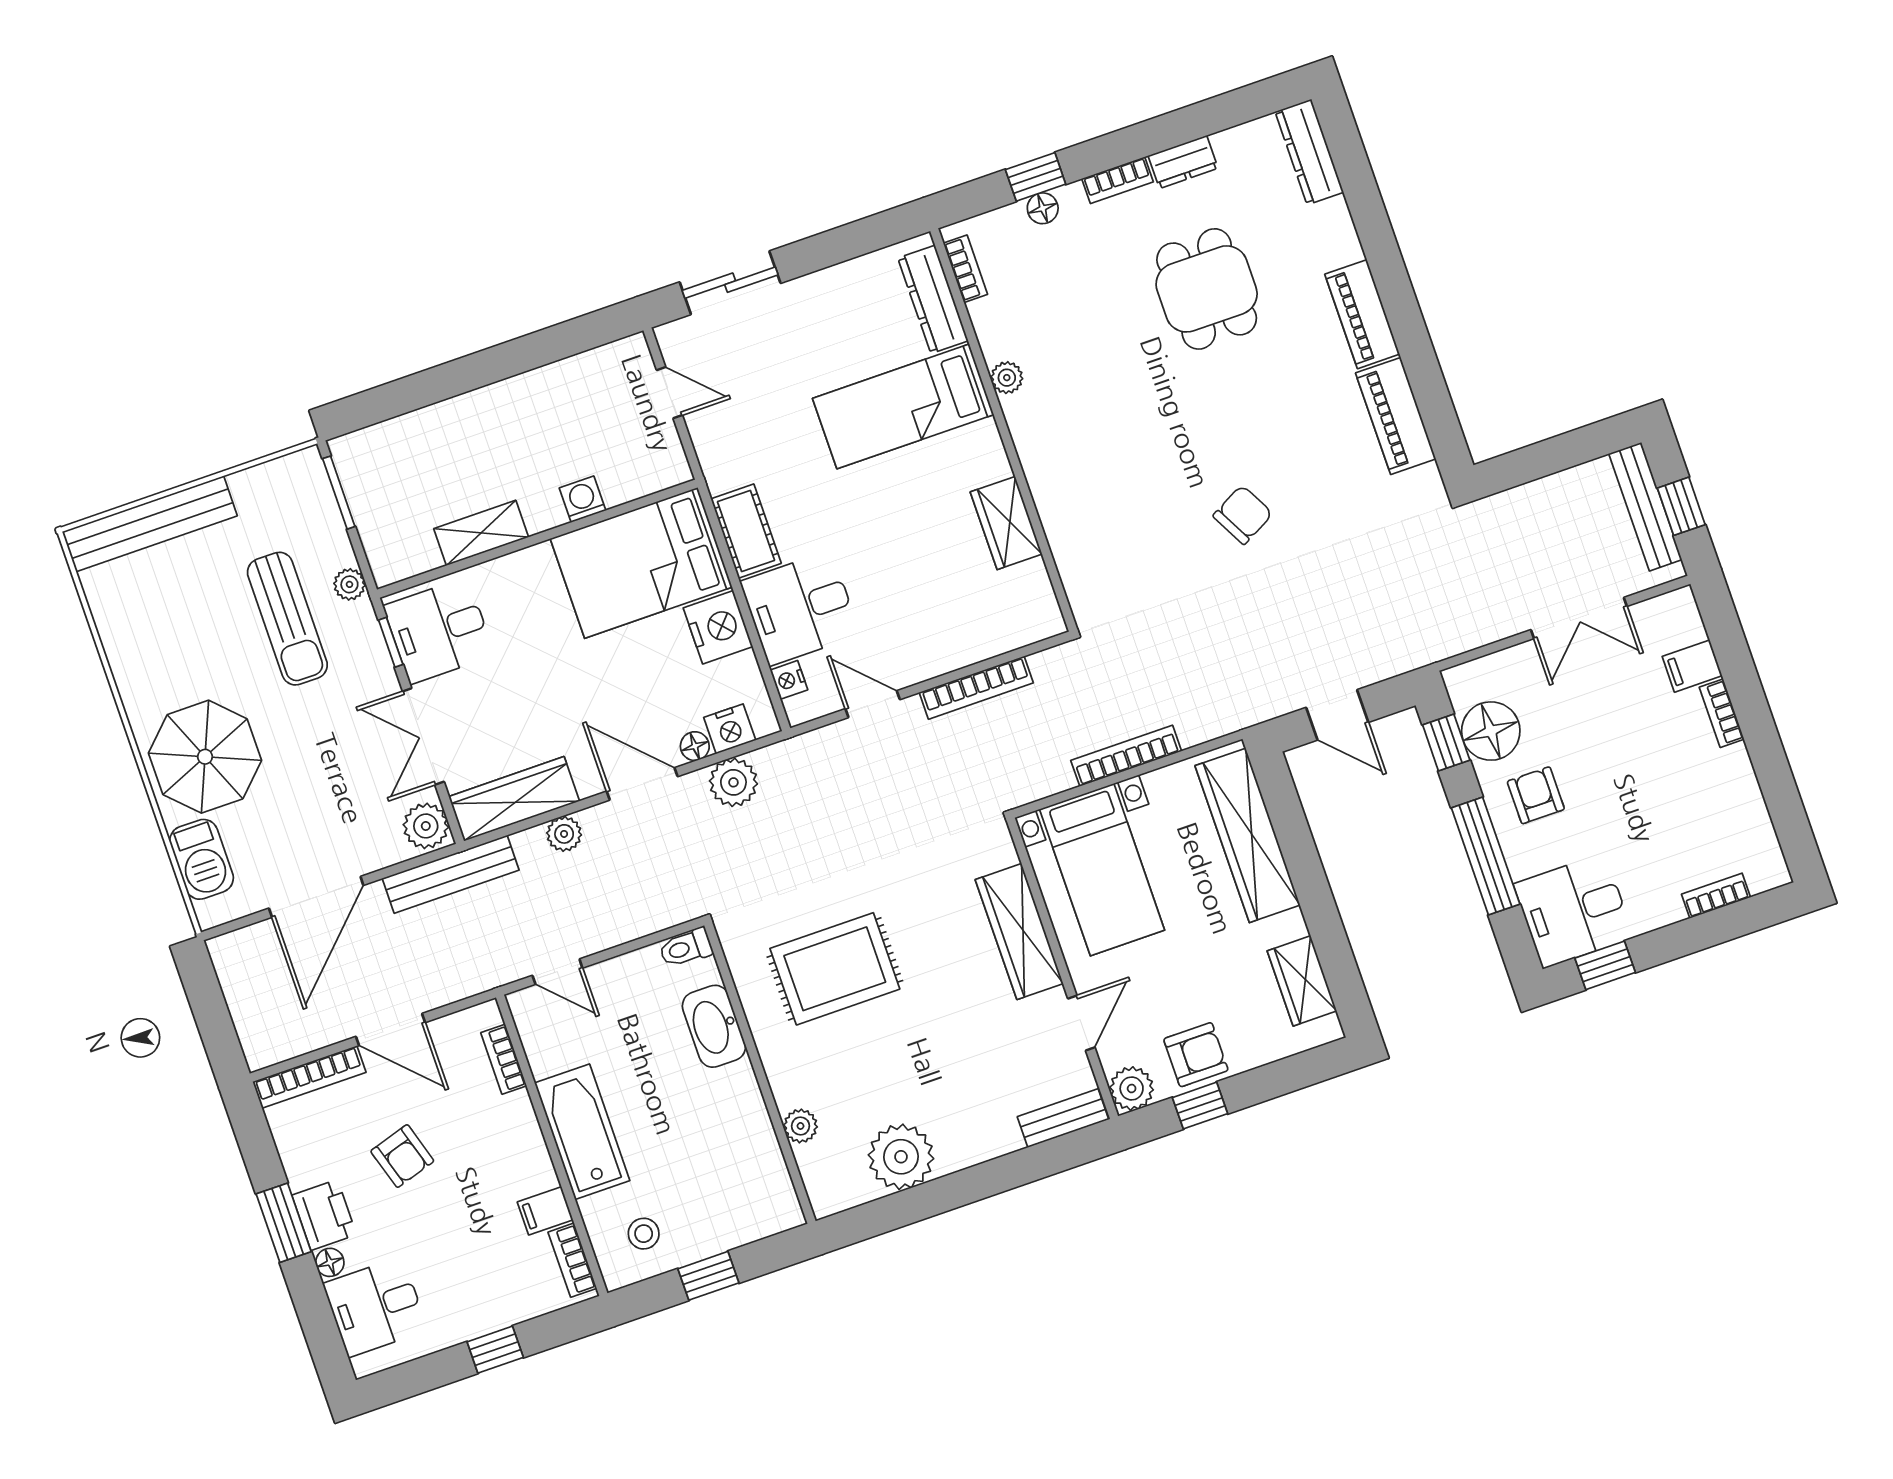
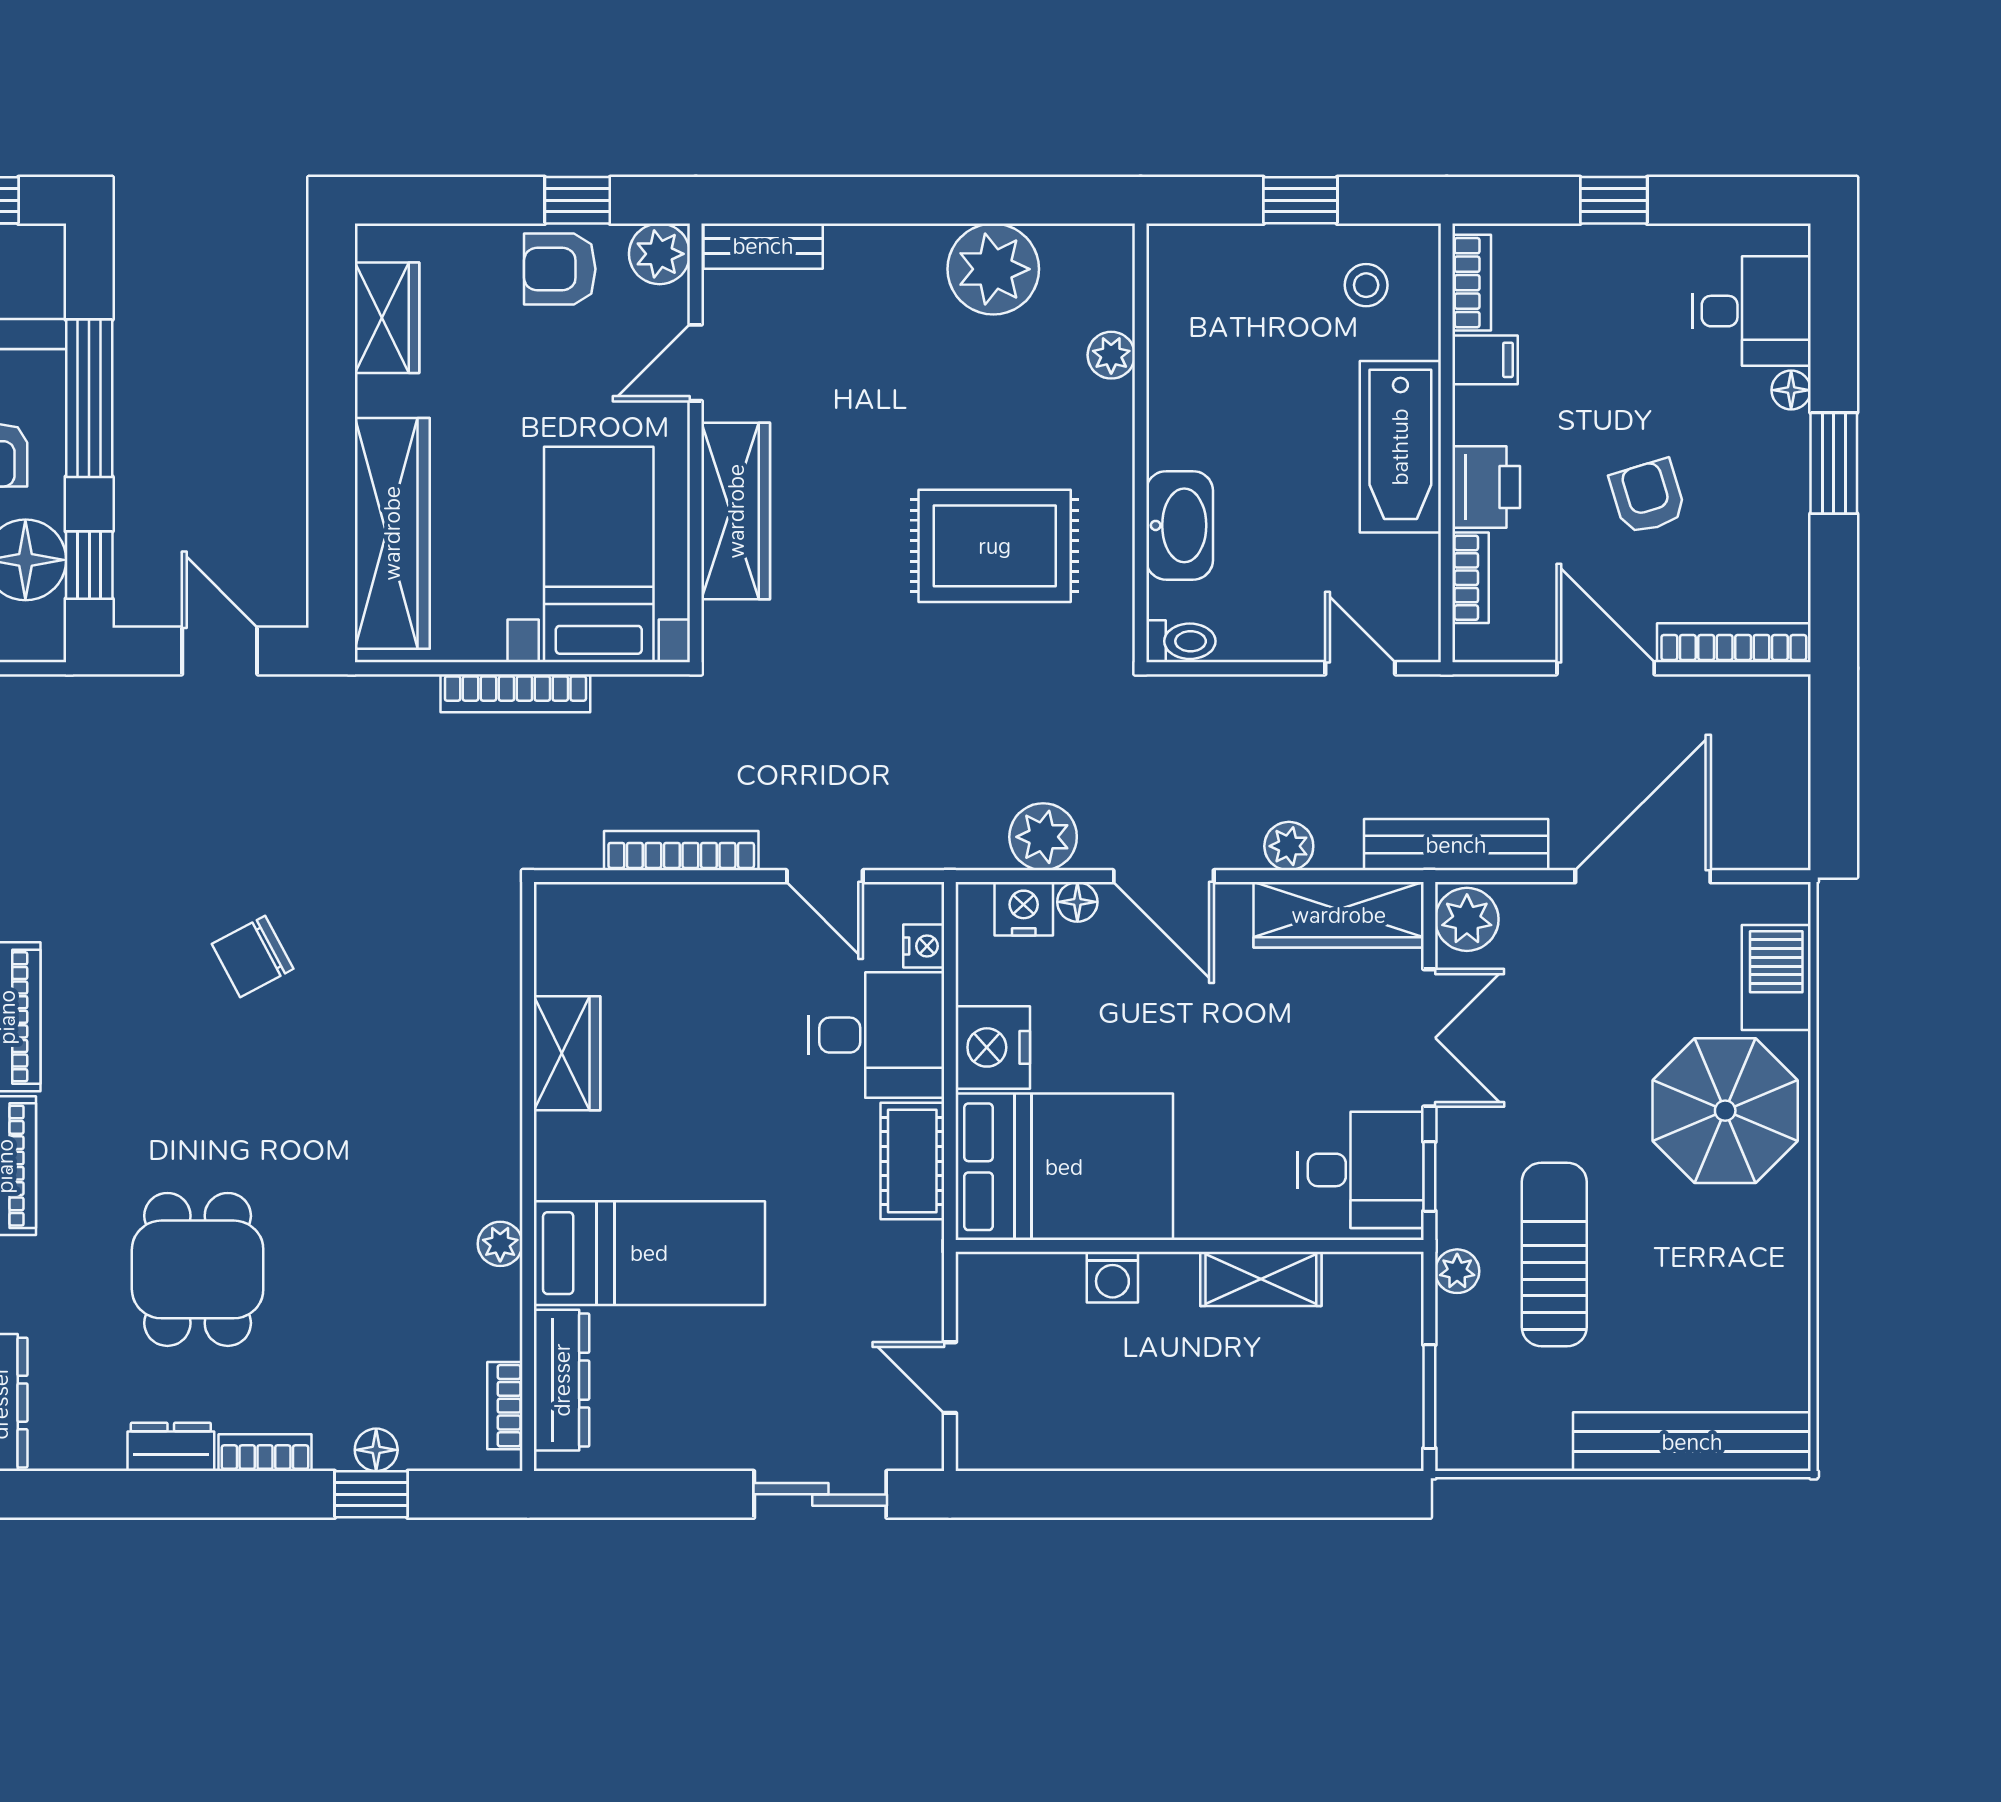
printer: (324, 1215) -> (1486, 487), moved, turned 180

